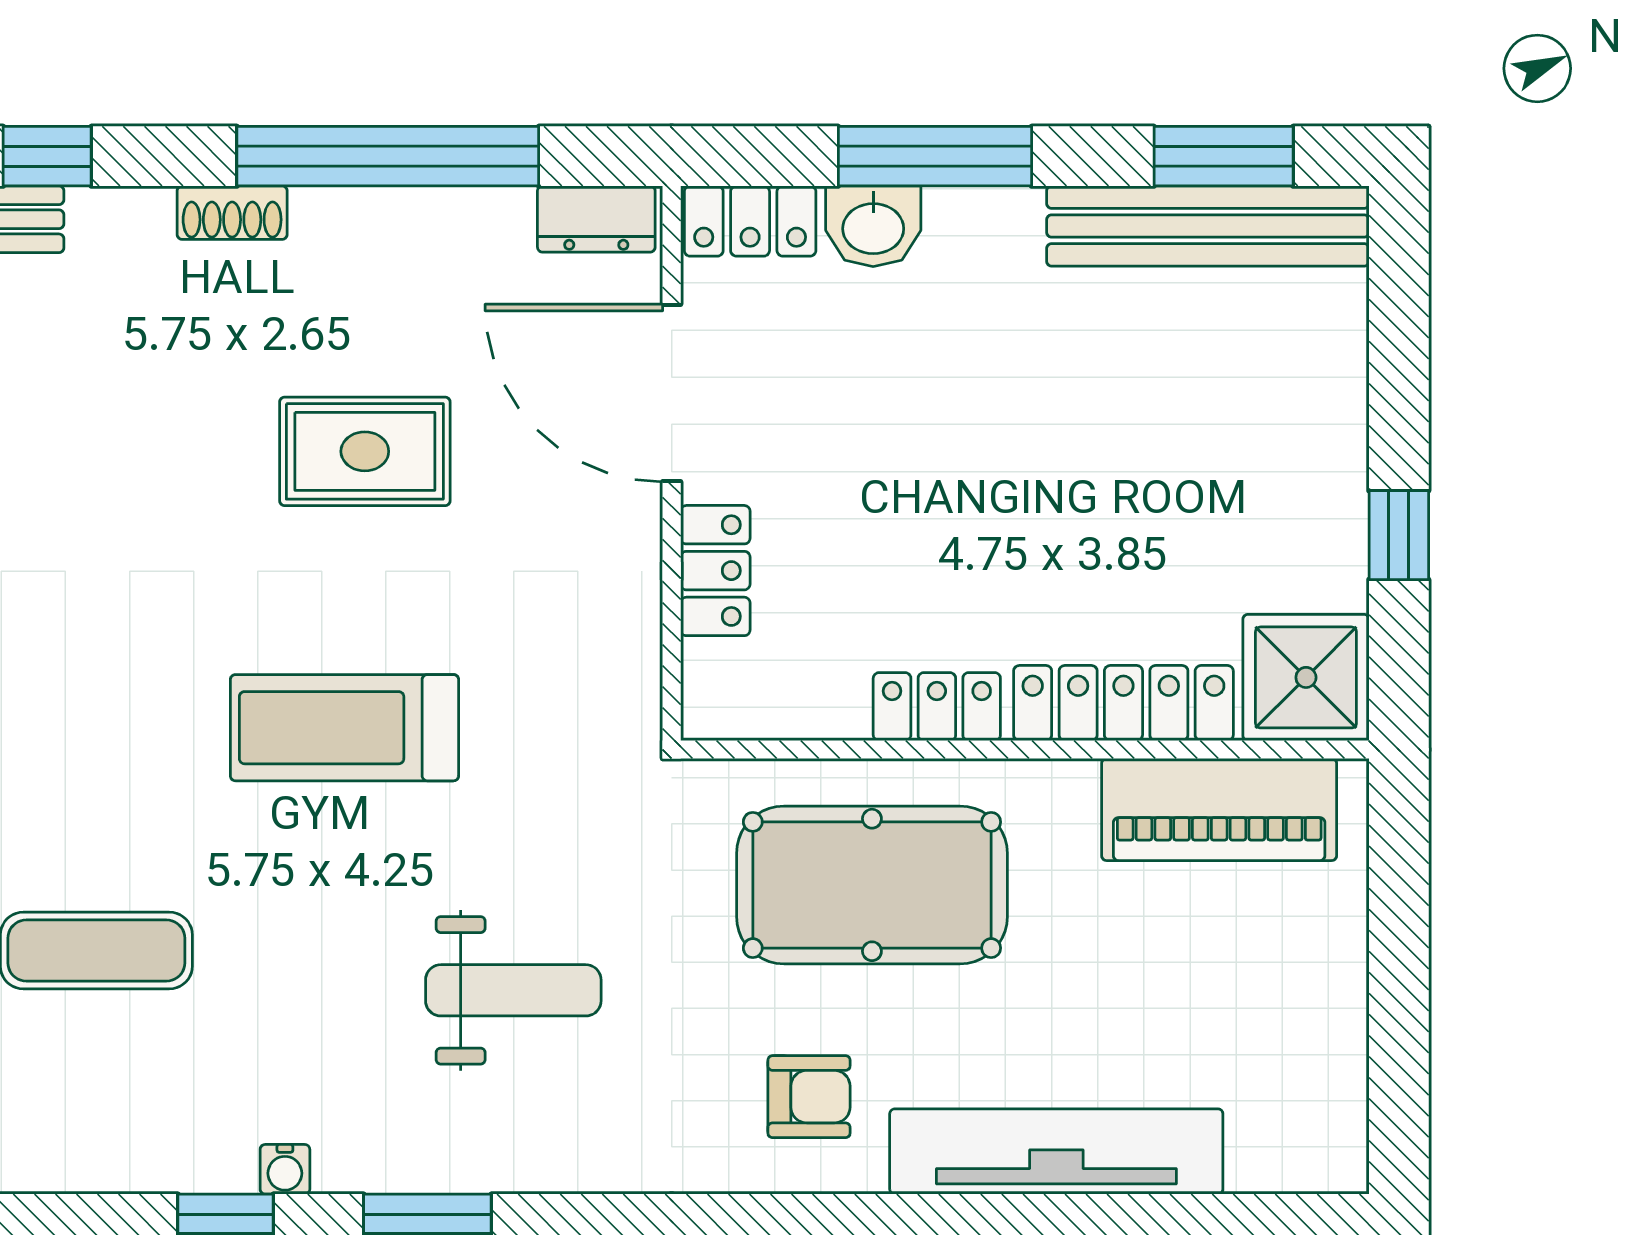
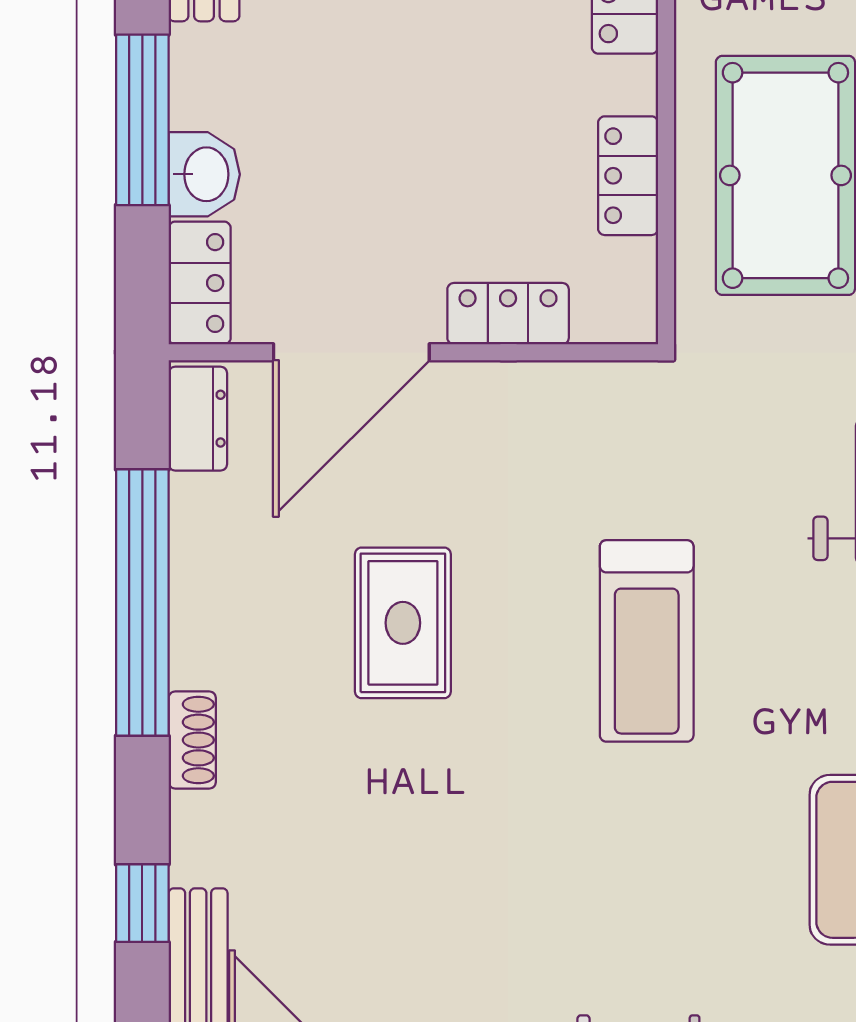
locker: (937, 707) -> (628, 176), moved

